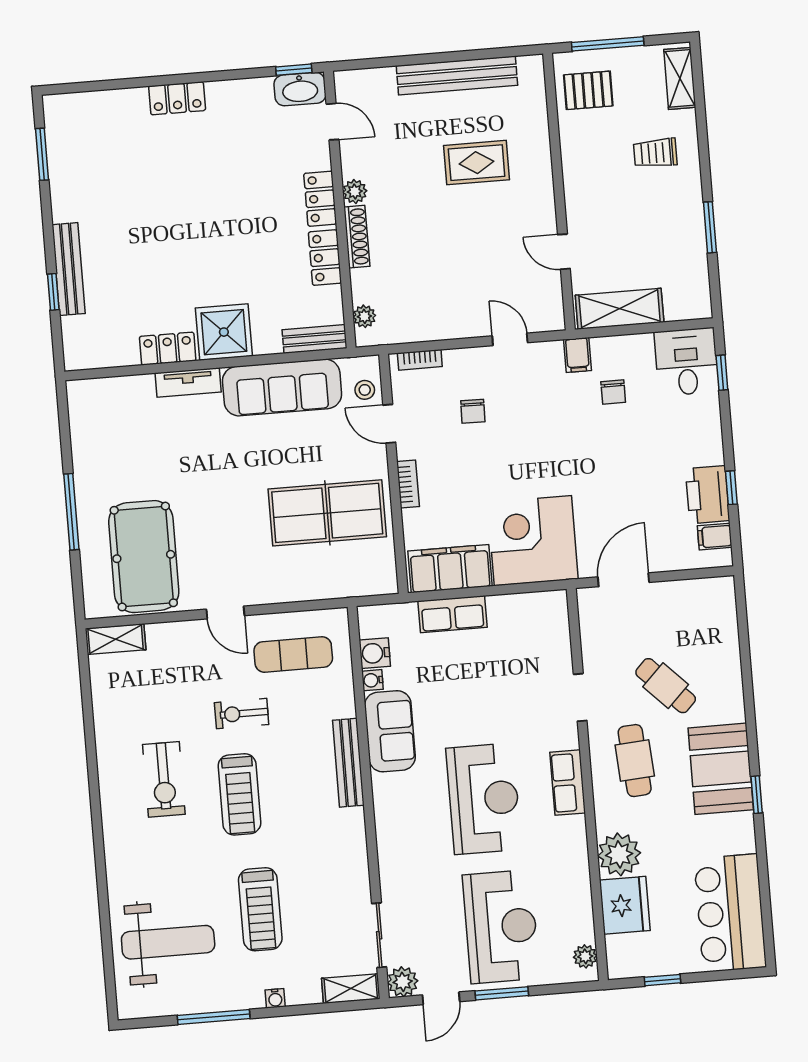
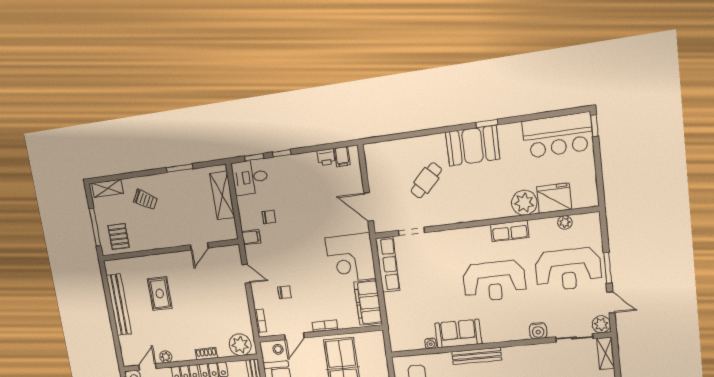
trolley: (655, 153) -> (145, 200), turned -60
plant: (355, 192) -> (166, 357), moved
shoe rack: (357, 237) -> (206, 354), width x0.70
shelving: (620, 309) -> (222, 195), moved
plant: (364, 316) -> (240, 345), width x1.87, depth x1.87
door: (510, 339) -> (246, 274), swing flipped
window: (731, 488) -> (282, 153), moved
printer: (708, 495) -> (326, 157), width x0.53, depth x0.68
row of seats: (452, 614) -> (388, 264), moved, width x1.48
water cooler: (375, 653) -> (538, 331), moved
doorway: (580, 697) -> (411, 232), moved
cafe table: (635, 761) -> (470, 196), removed
row of seats: (568, 783) -> (510, 231), moved
reception desk: (484, 799) -> (494, 281), turned 180
reception desk: (501, 927) -> (568, 269), turned 180
plant: (585, 956) -> (565, 222), moved
window: (662, 980) -> (594, 126), moved

